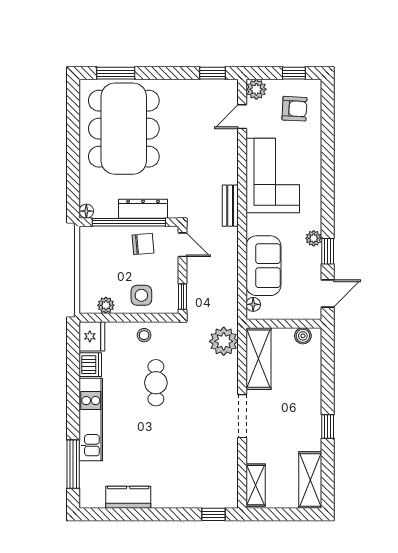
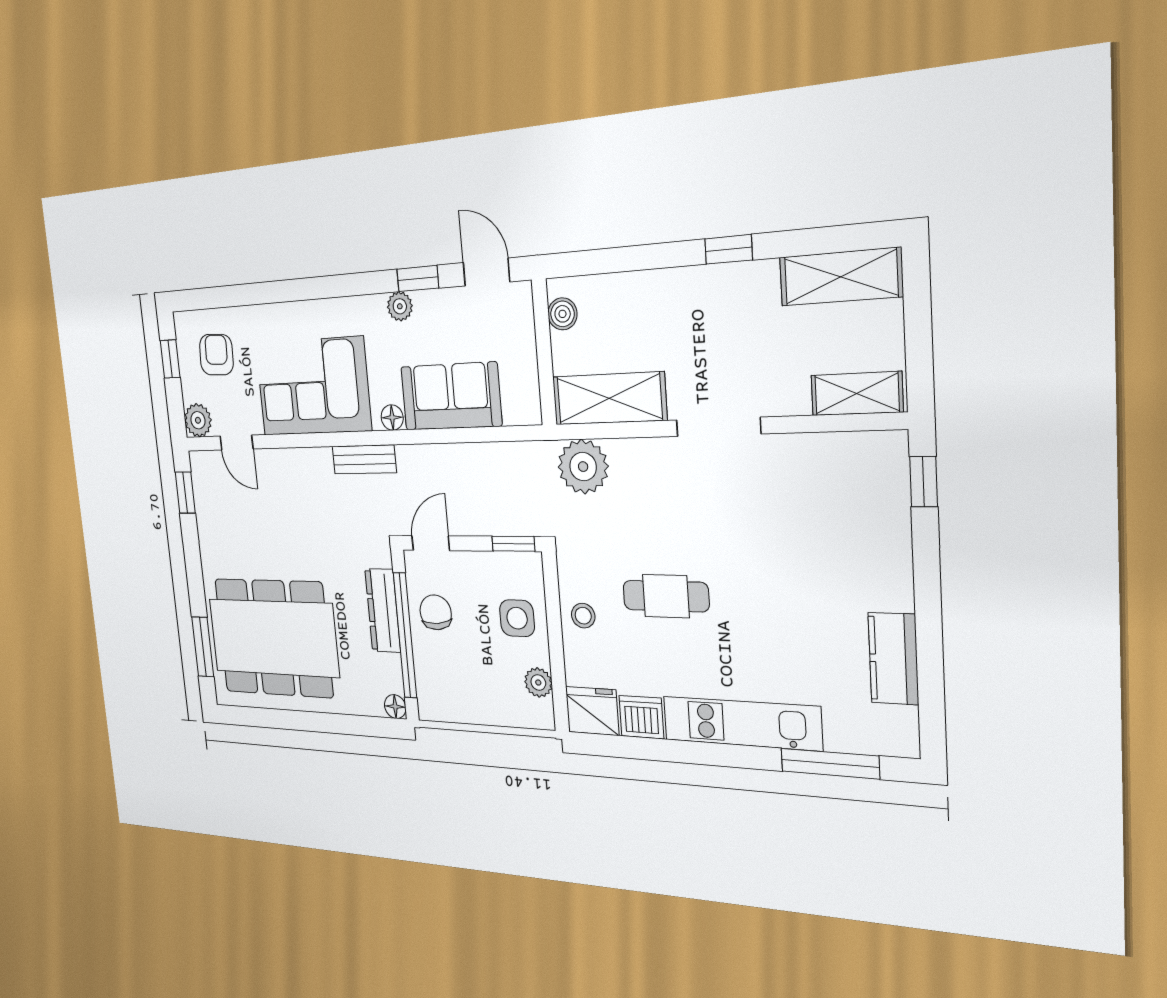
floor lamp: (253, 304) -> (392, 418), moved

